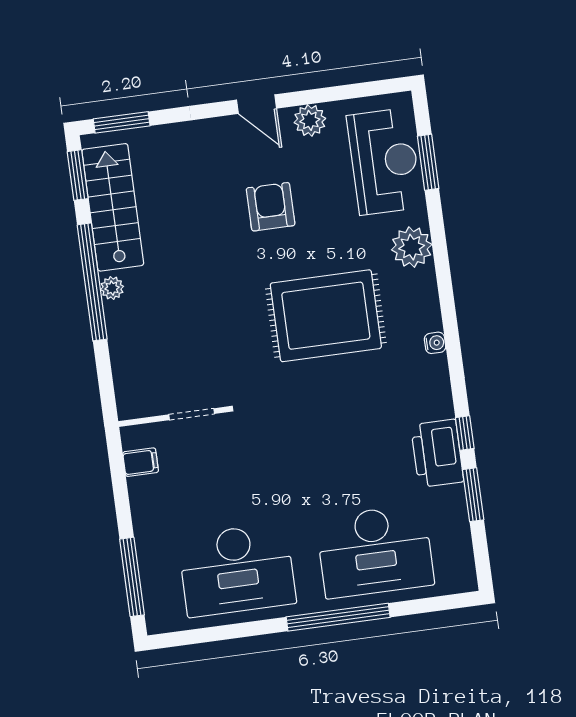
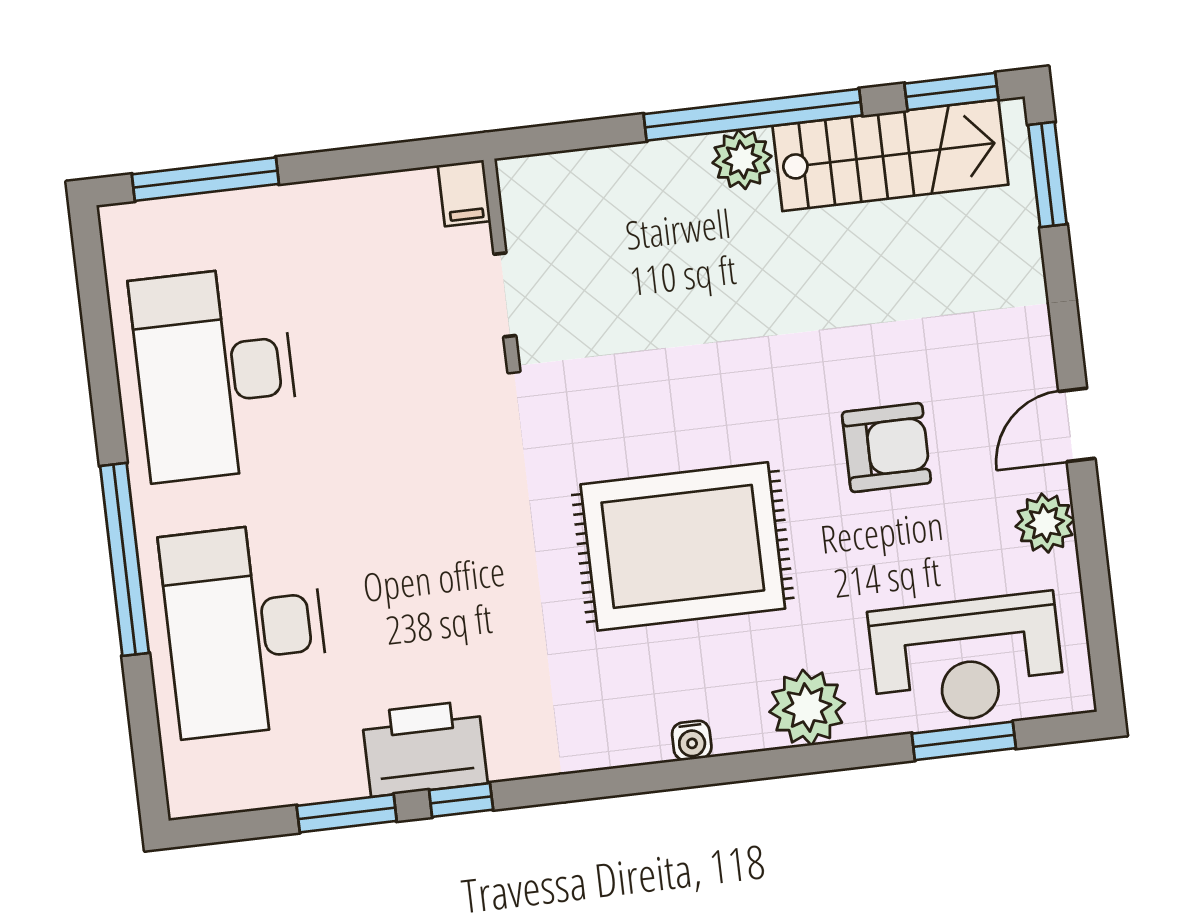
plant: (112, 288) -> (742, 159), width x1.38, depth x1.38
rug: (326, 316) -> (683, 546), turned 90
water cooler: (435, 343) -> (692, 740), moved
filing cabinet: (141, 462) -> (464, 193), moved

